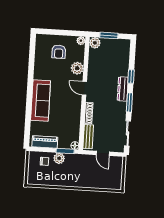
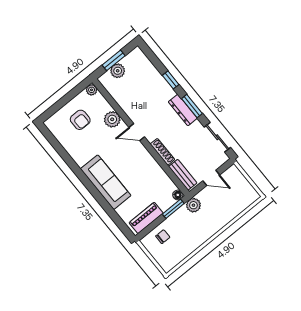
plant: (95, 43) -> (118, 71), moved
dresser: (123, 89) -> (183, 110), moved
plant: (59, 158) -> (193, 205), moved

